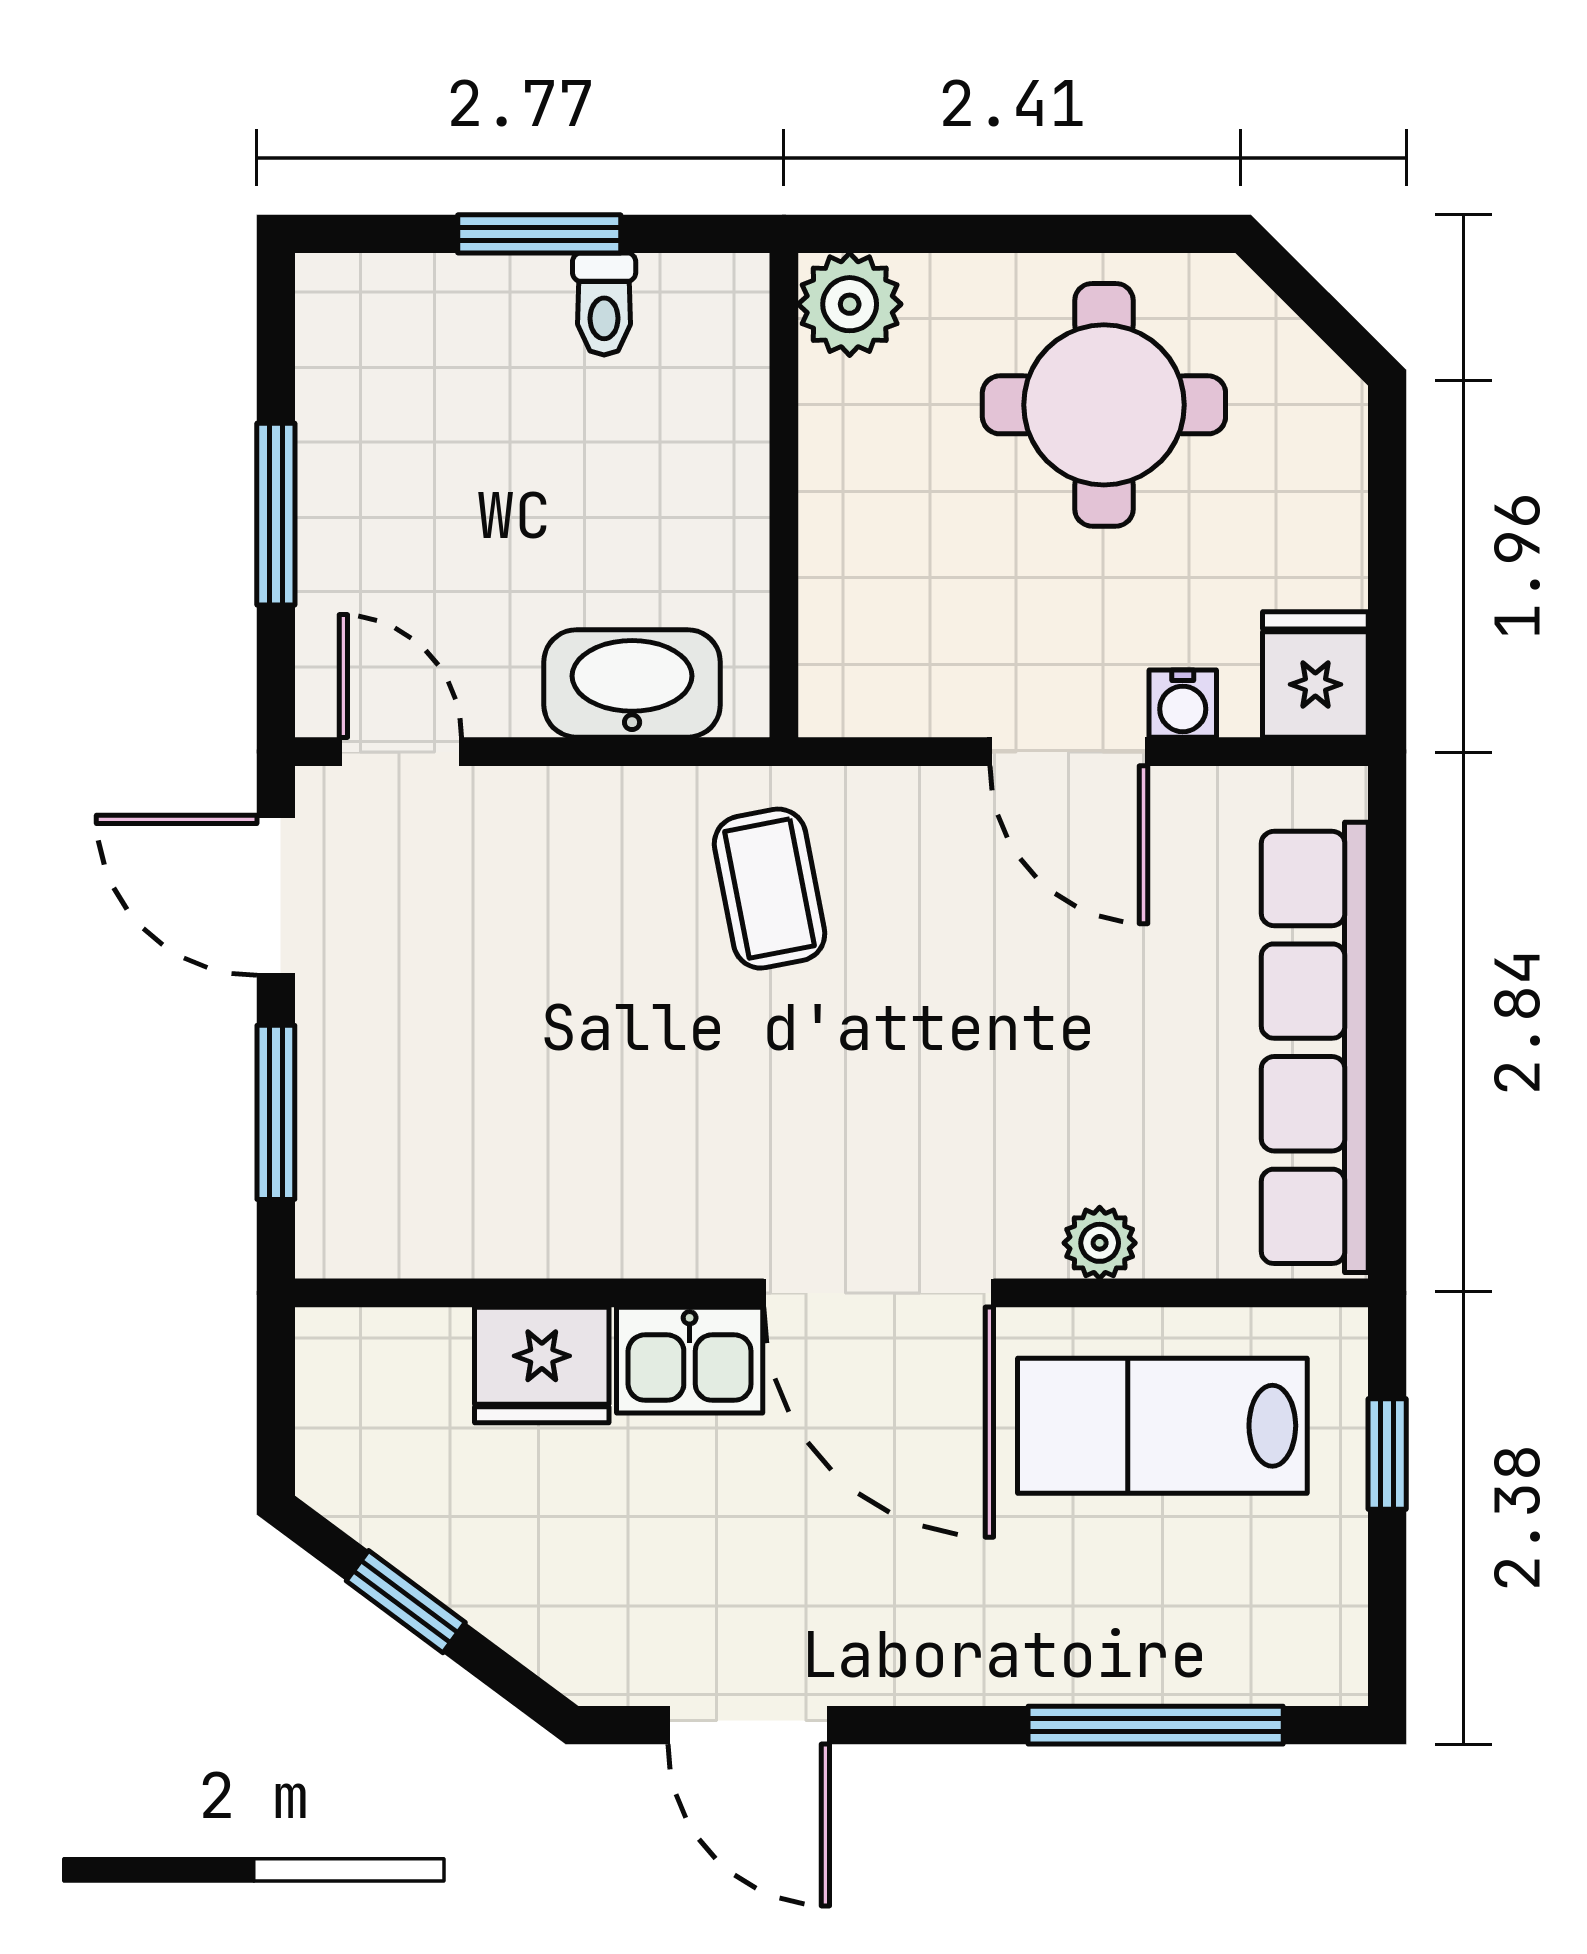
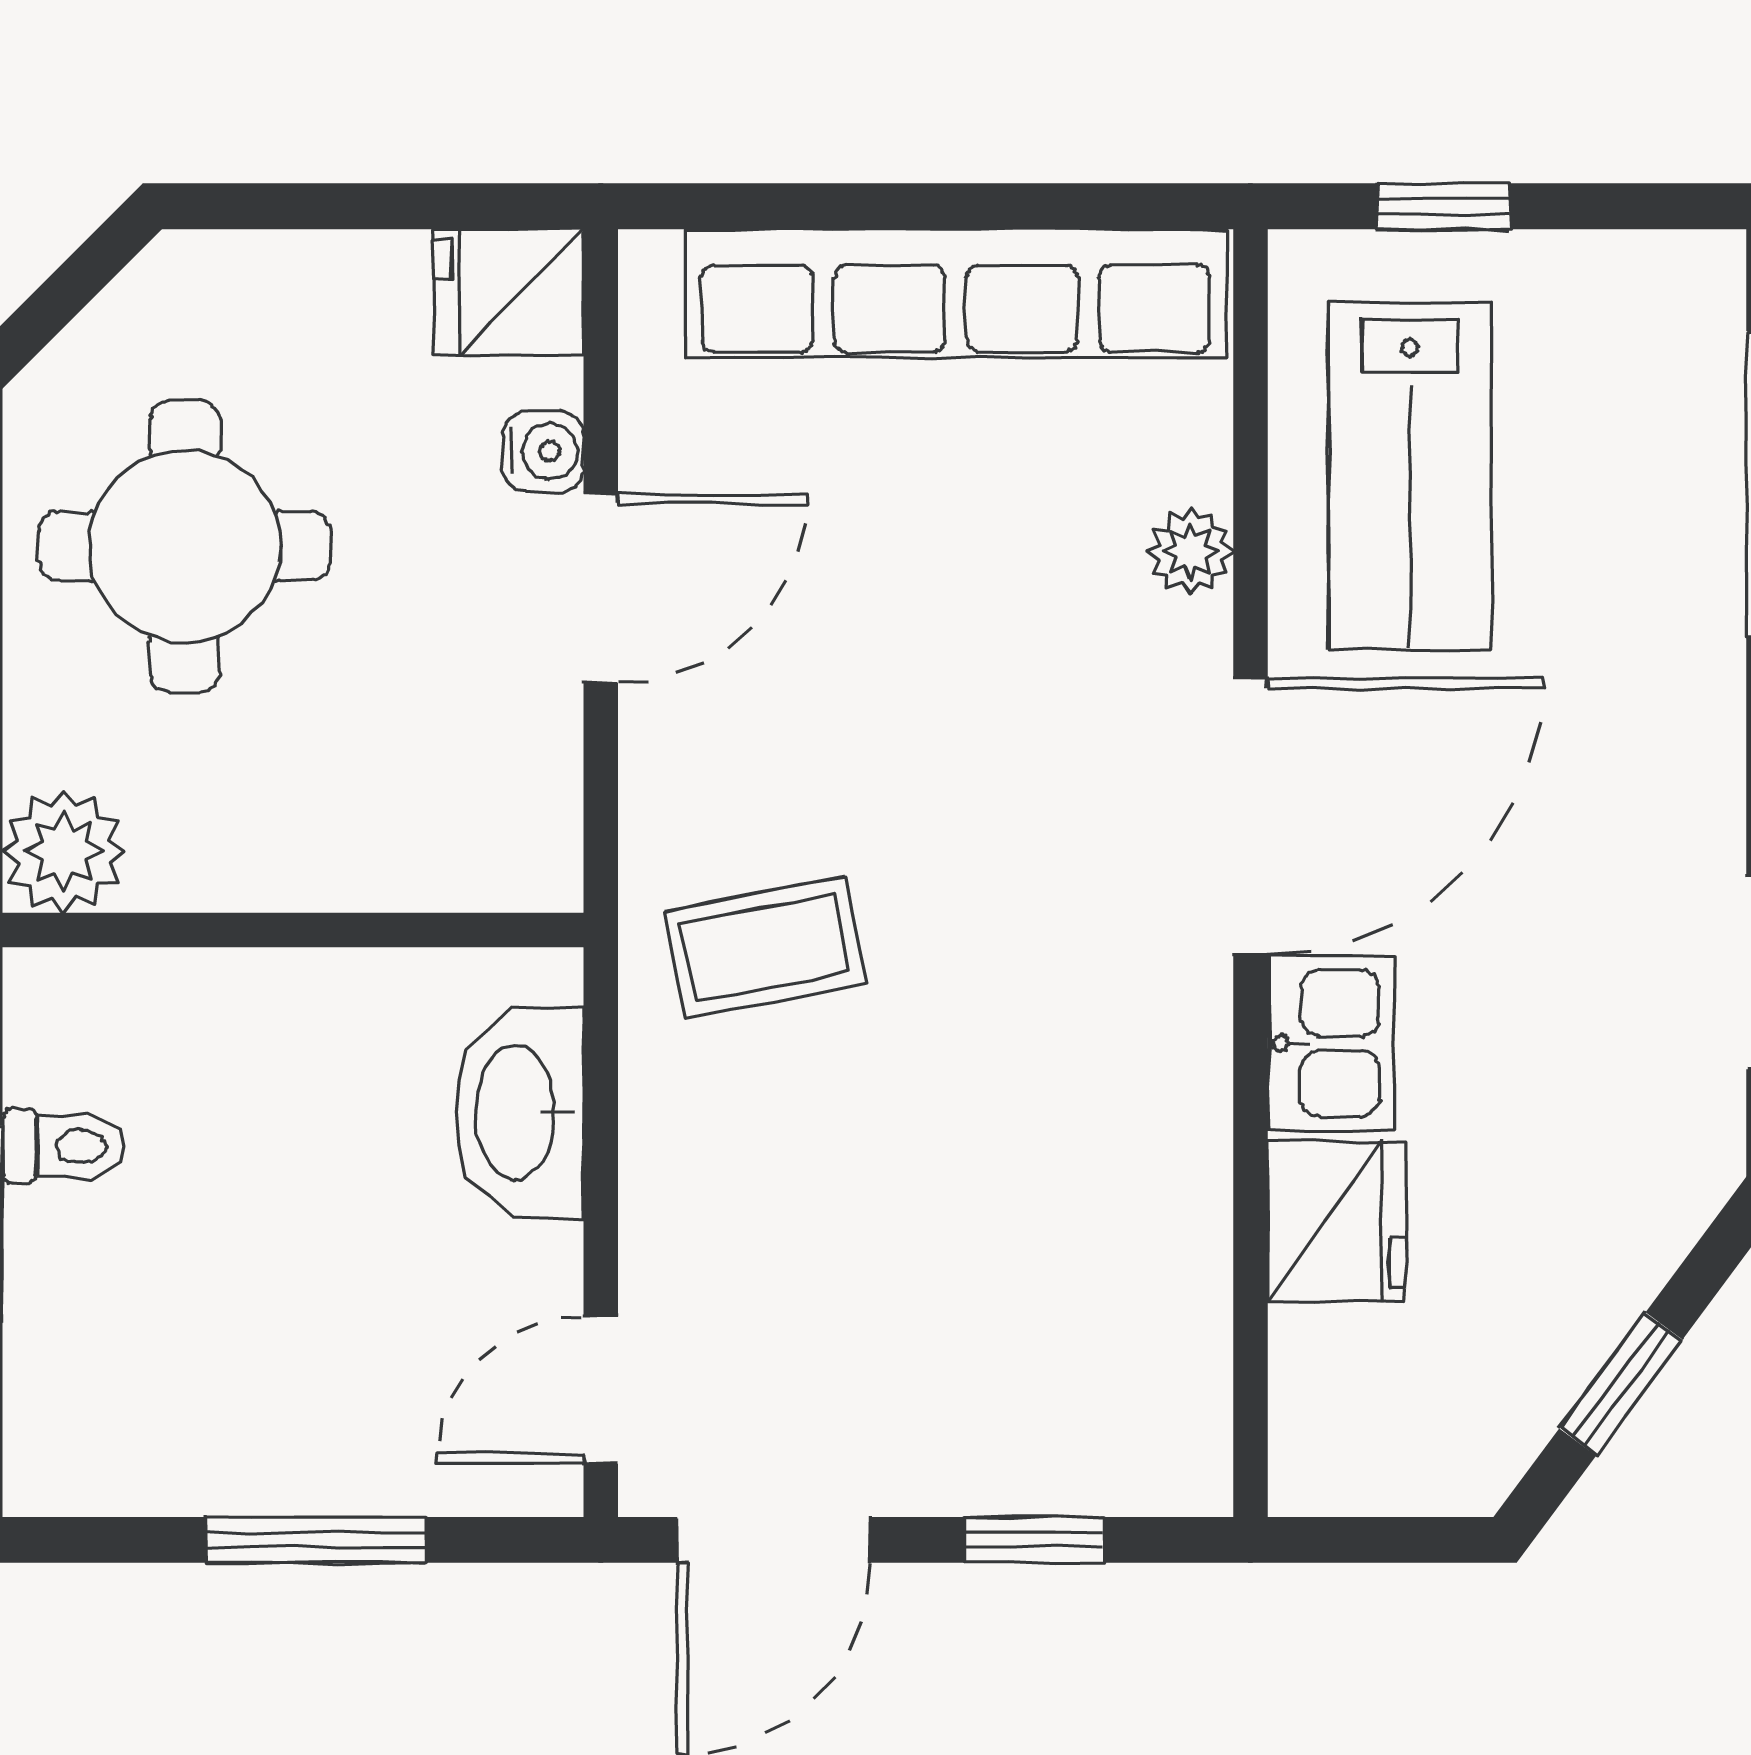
window: (276, 1112) -> (1034, 1540), width x0.67

